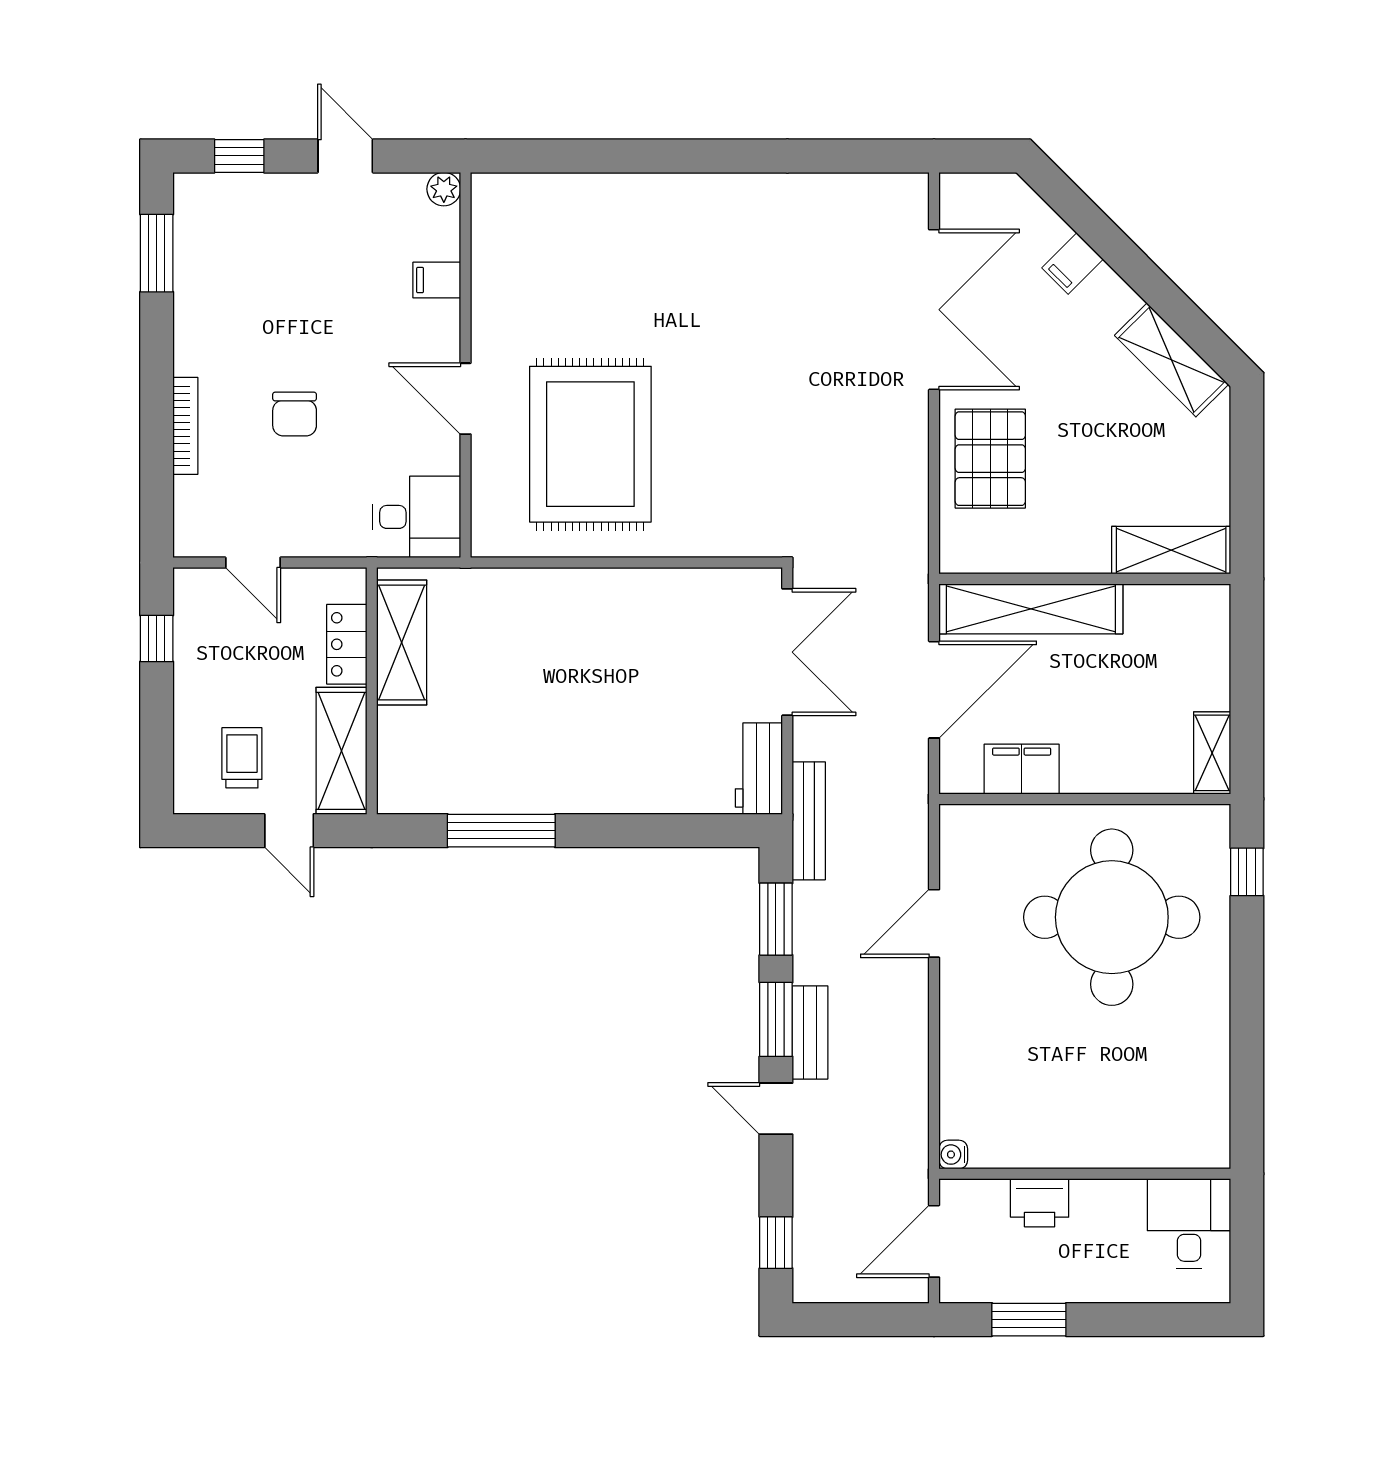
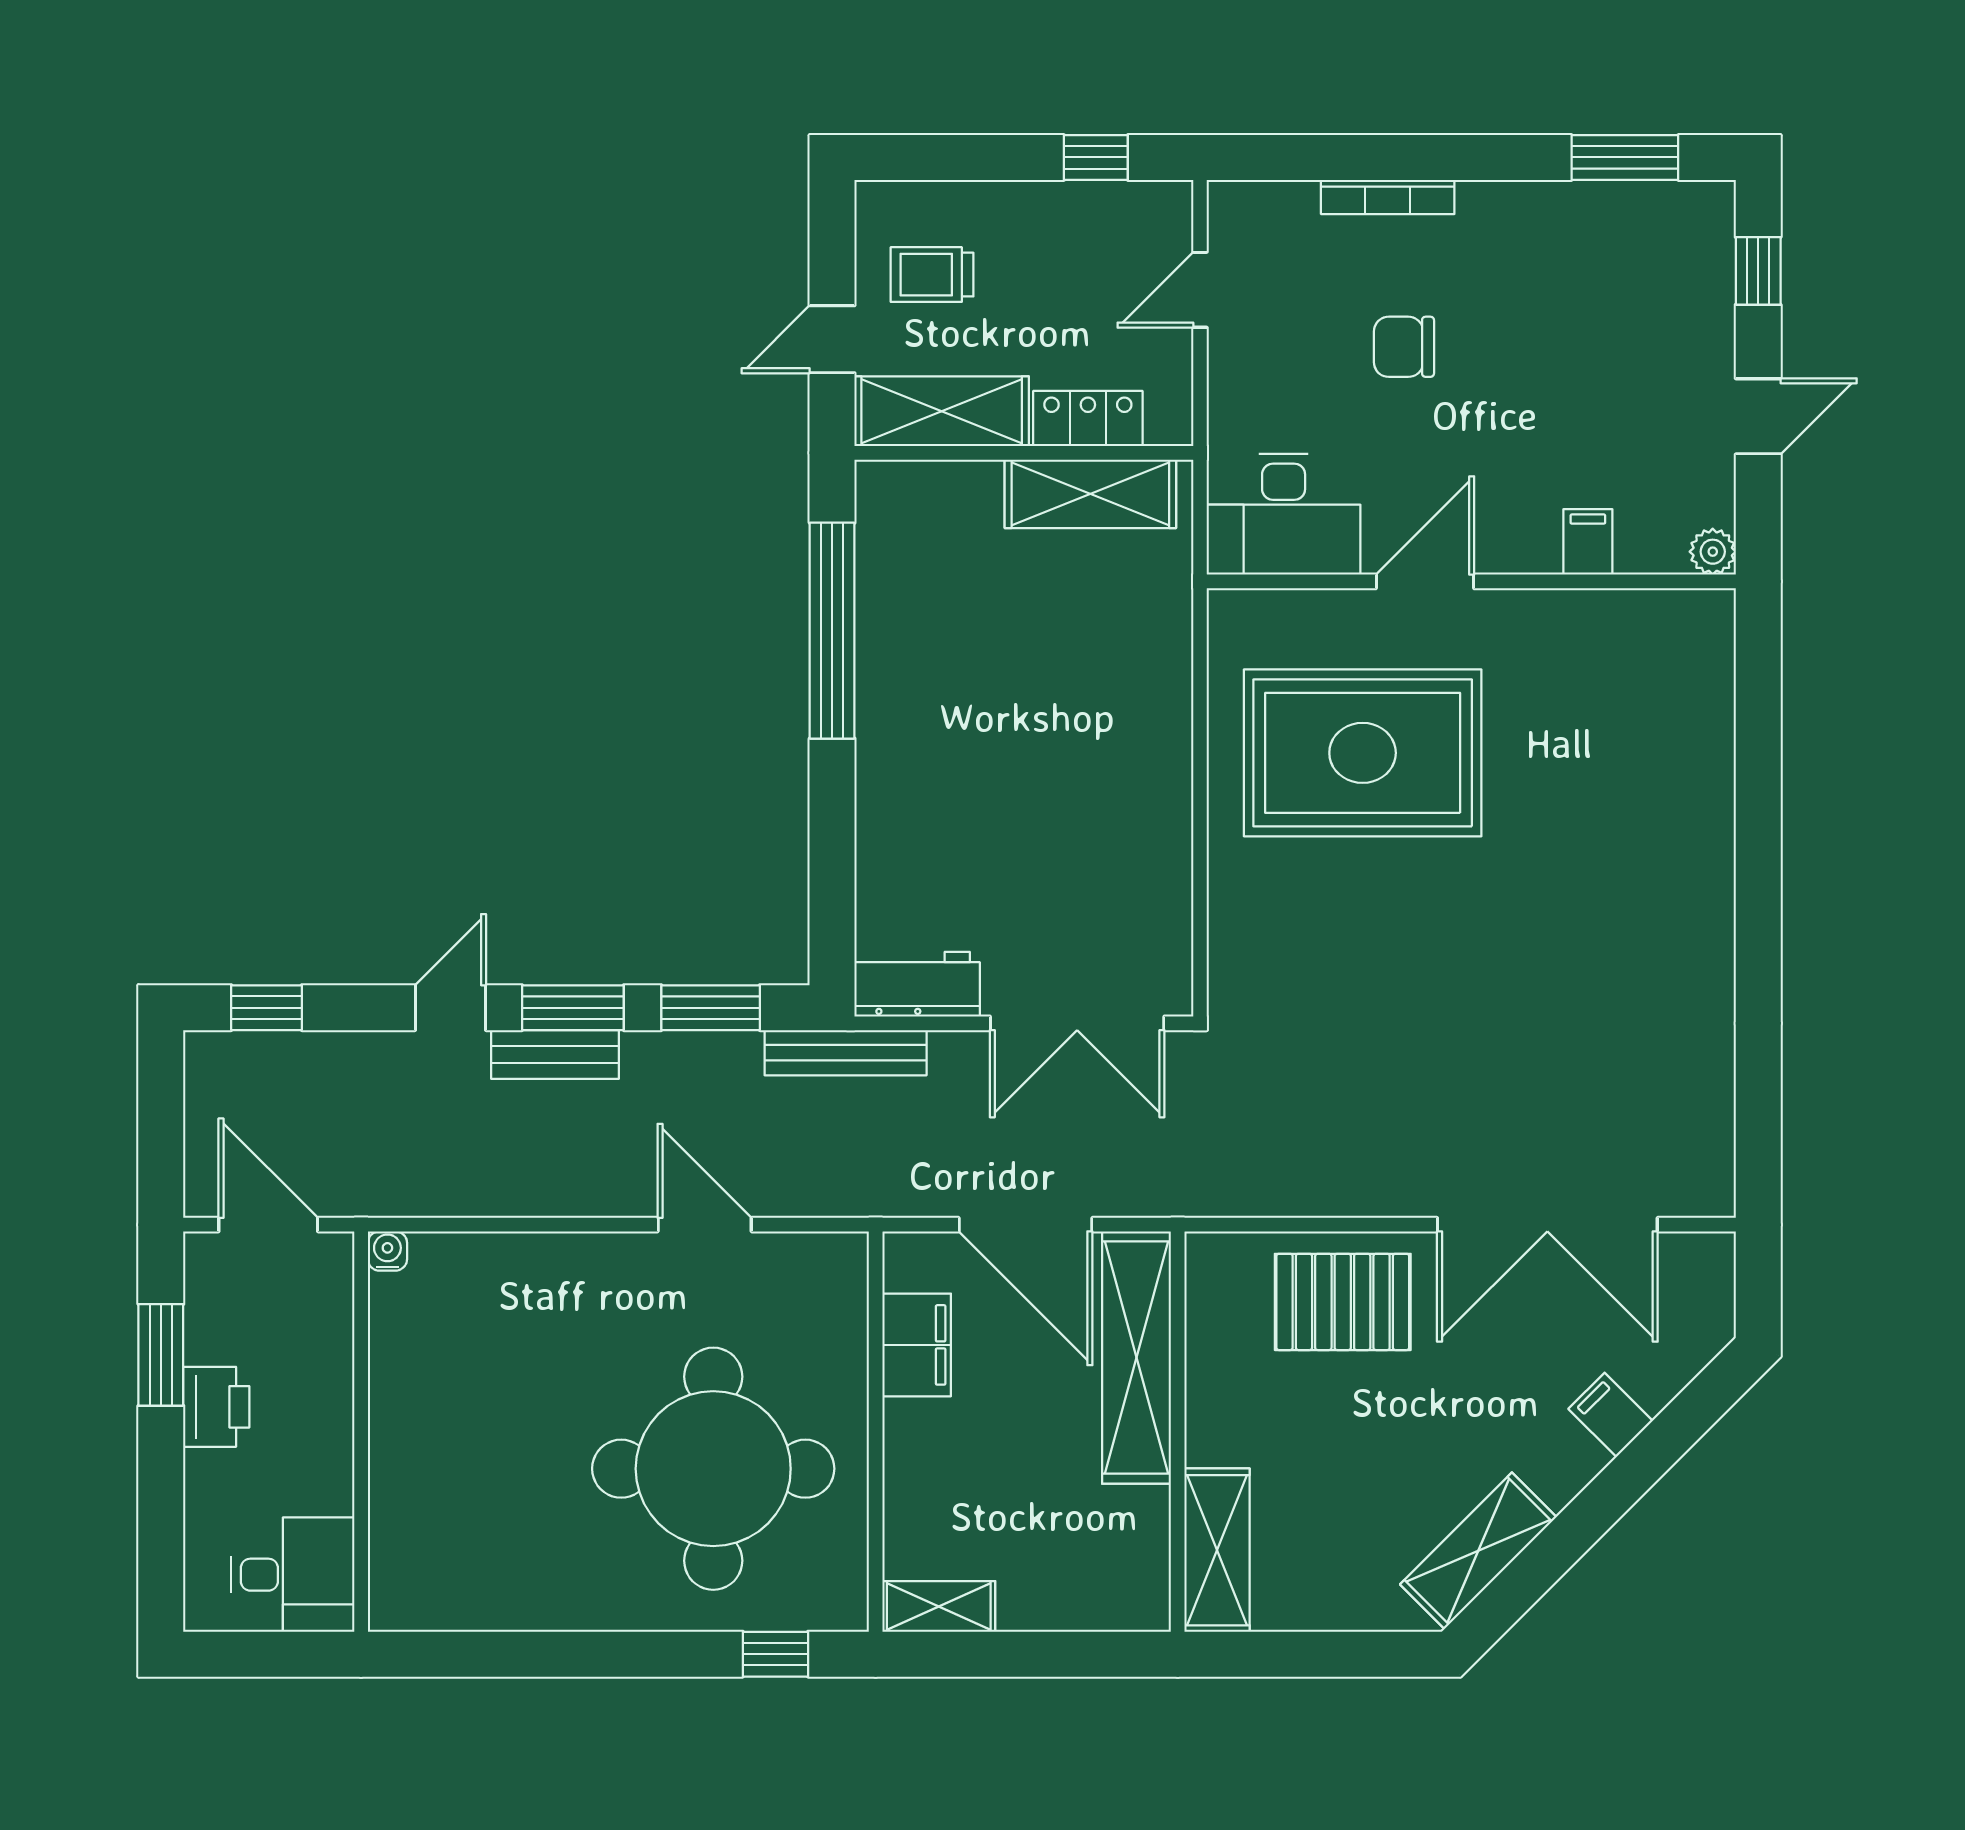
desk: (417, 517) -> (1284, 514), width x1.37
trolley: (242, 758) -> (932, 275), turned 180
window: (501, 831) -> (832, 631), width x1.46
printer: (1040, 1203) -> (216, 1407), moved, turned 180

